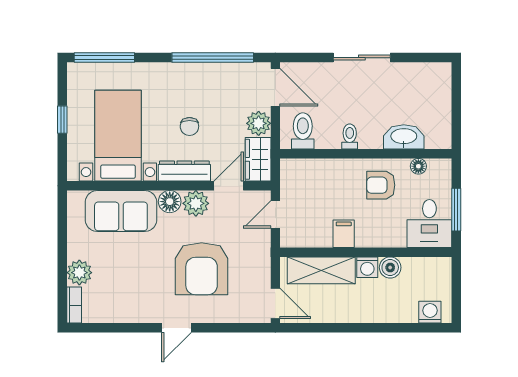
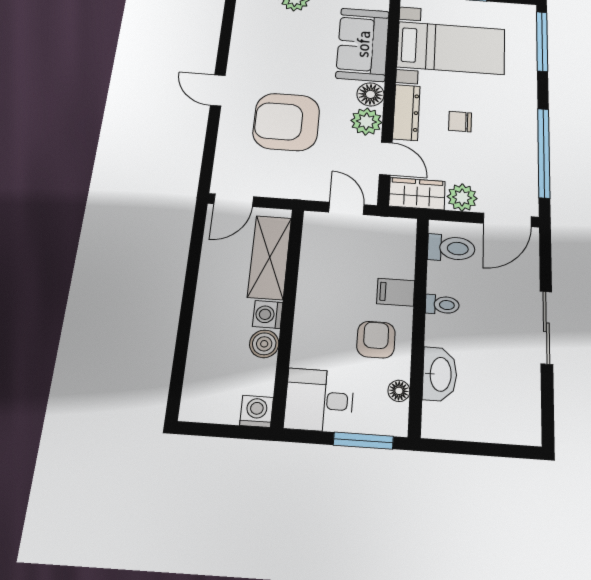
window: (456, 210) -> (363, 441), moved
filing cabinet: (344, 234) -> (396, 292), moved, turned 180
washing machine: (430, 312) -> (257, 411), moved, turned -90

